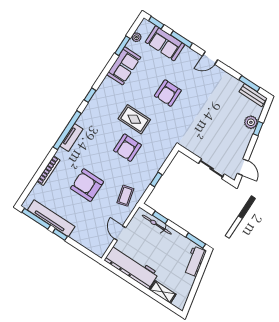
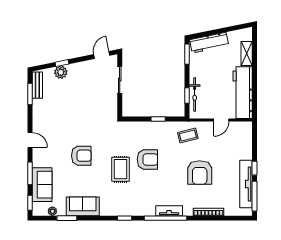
workbench: (195, 261) -> (209, 43), width x1.38

